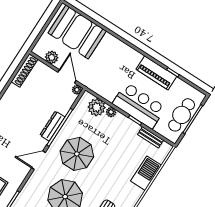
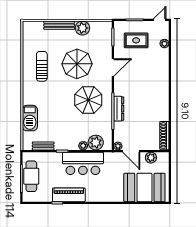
bar counter: (139, 106) -> (83, 163), moved
door: (39, 160) -> (113, 68), moved

